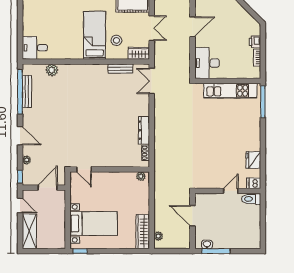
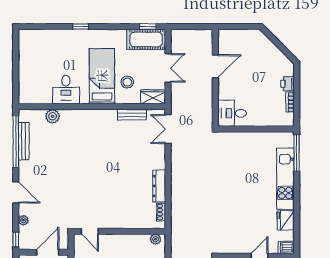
desk: (35, 48) -> (66, 90), moved, turned -90
desk: (207, 63) -> (232, 113), width x0.73
kitchen unit: (230, 91) -> (285, 179), moved, turned 90

